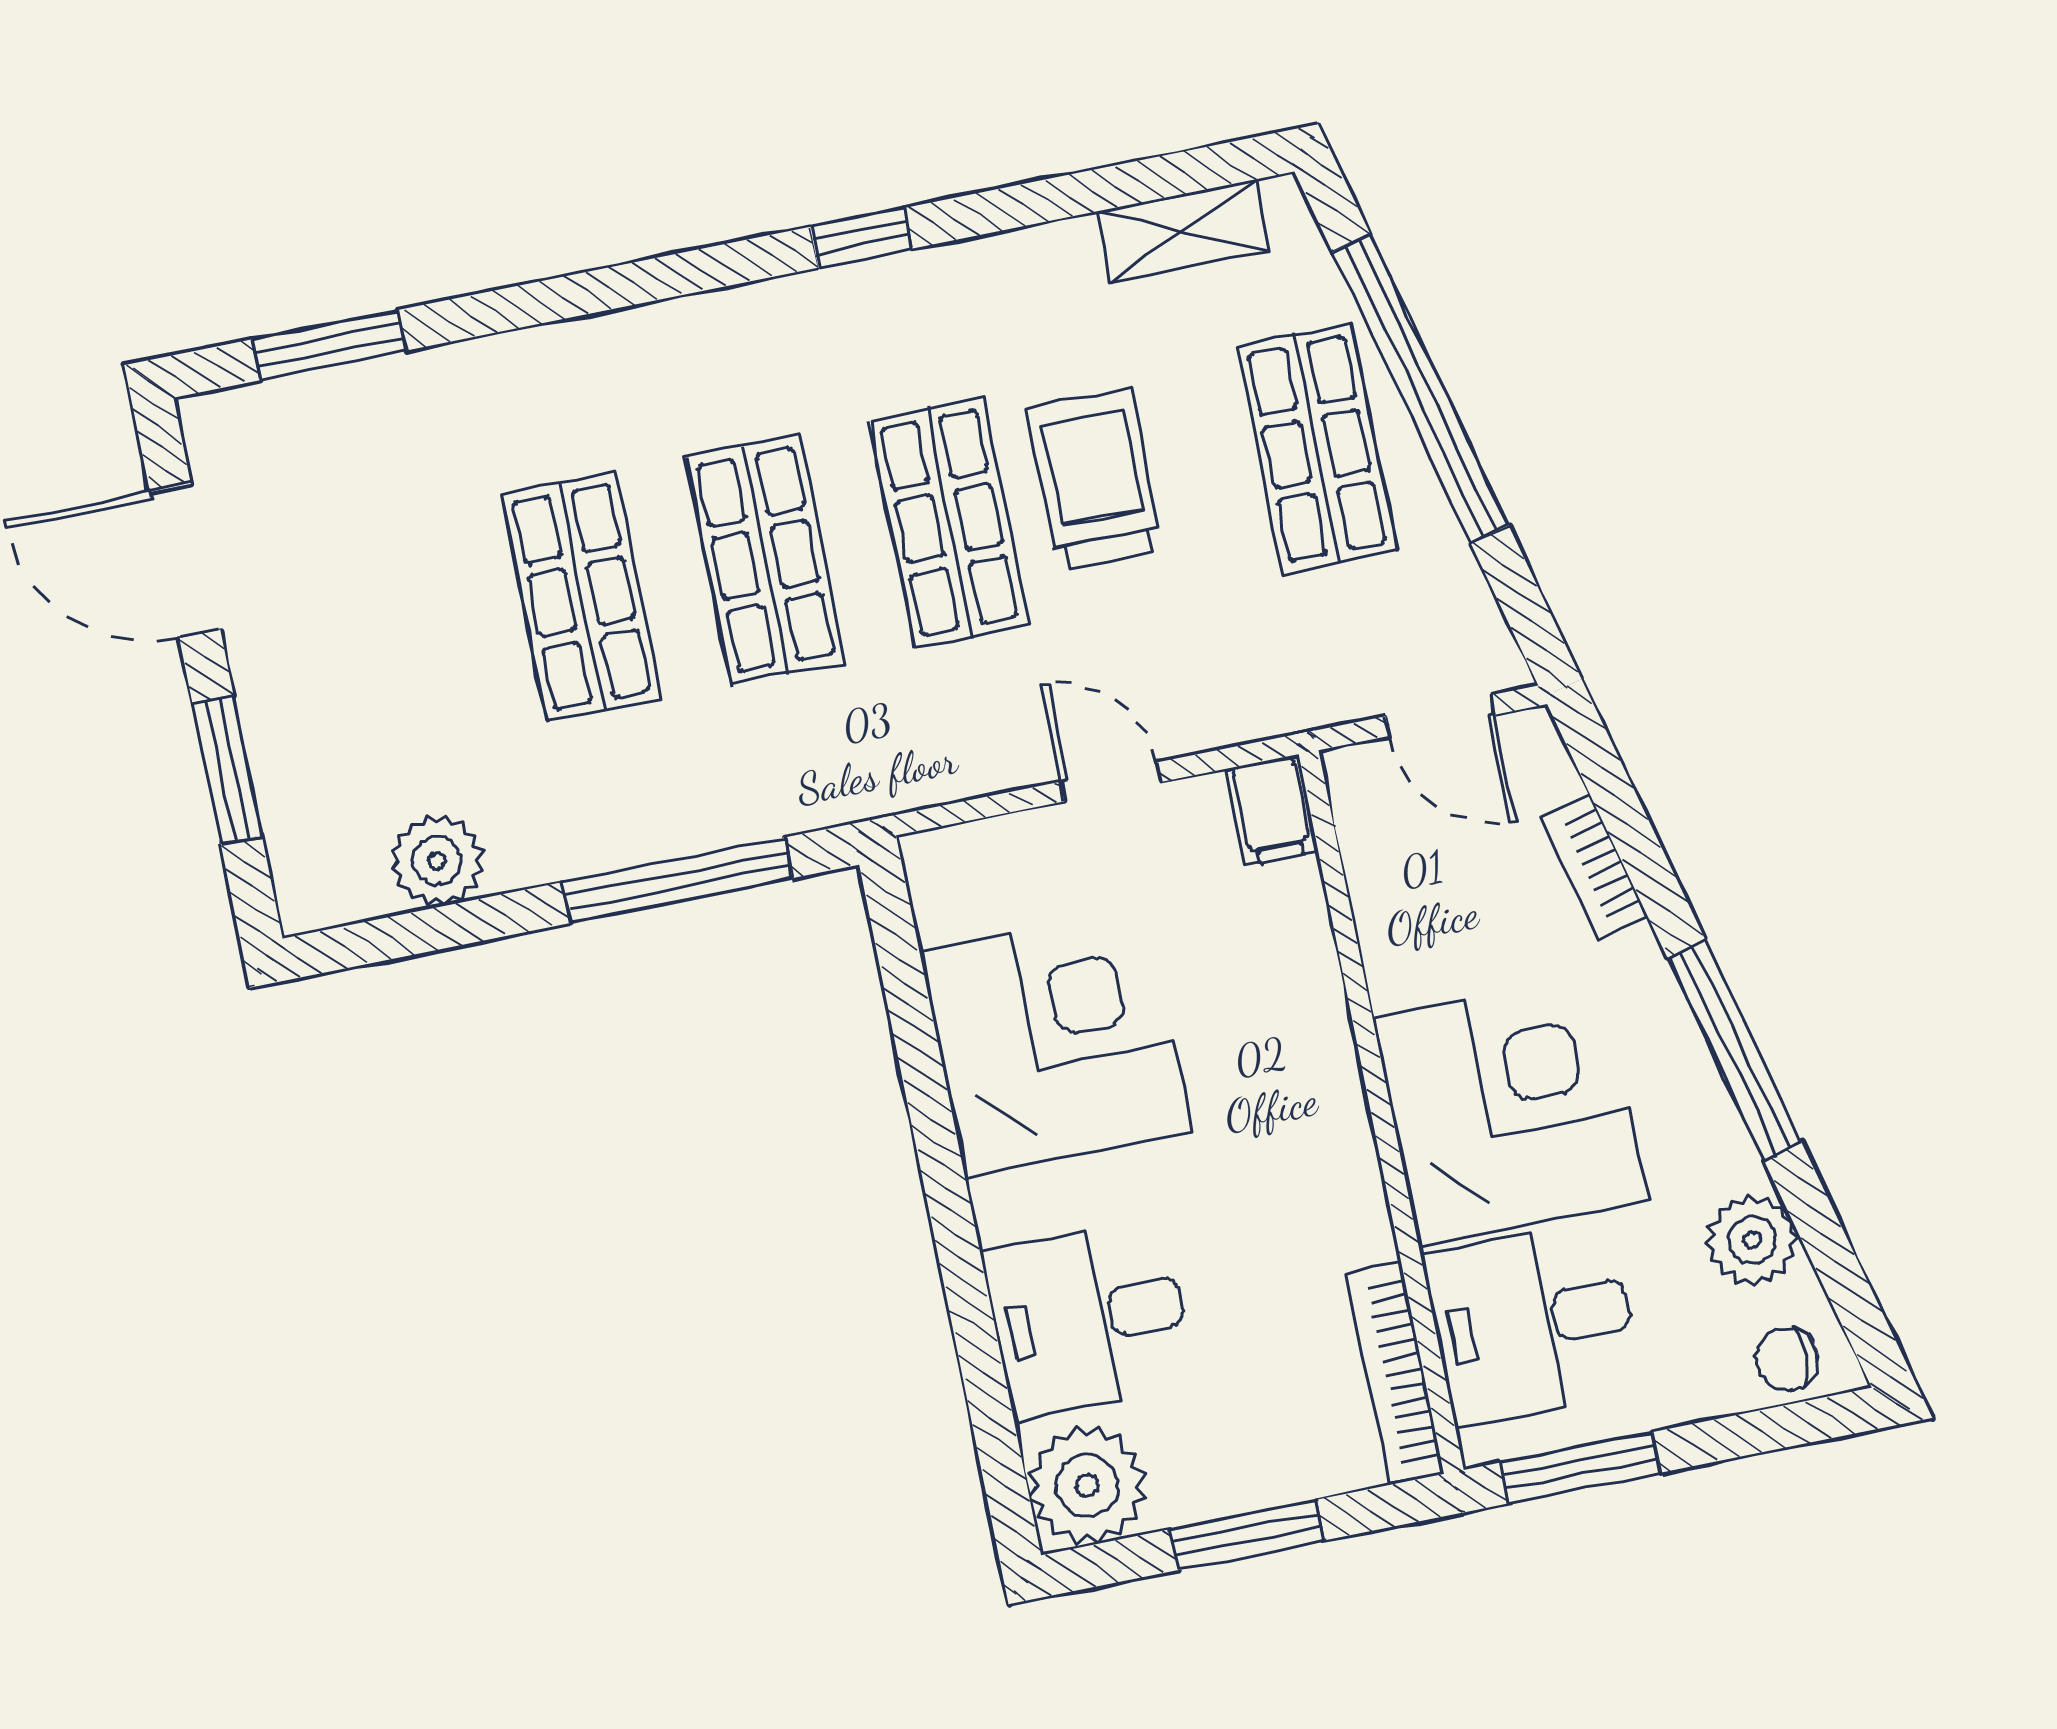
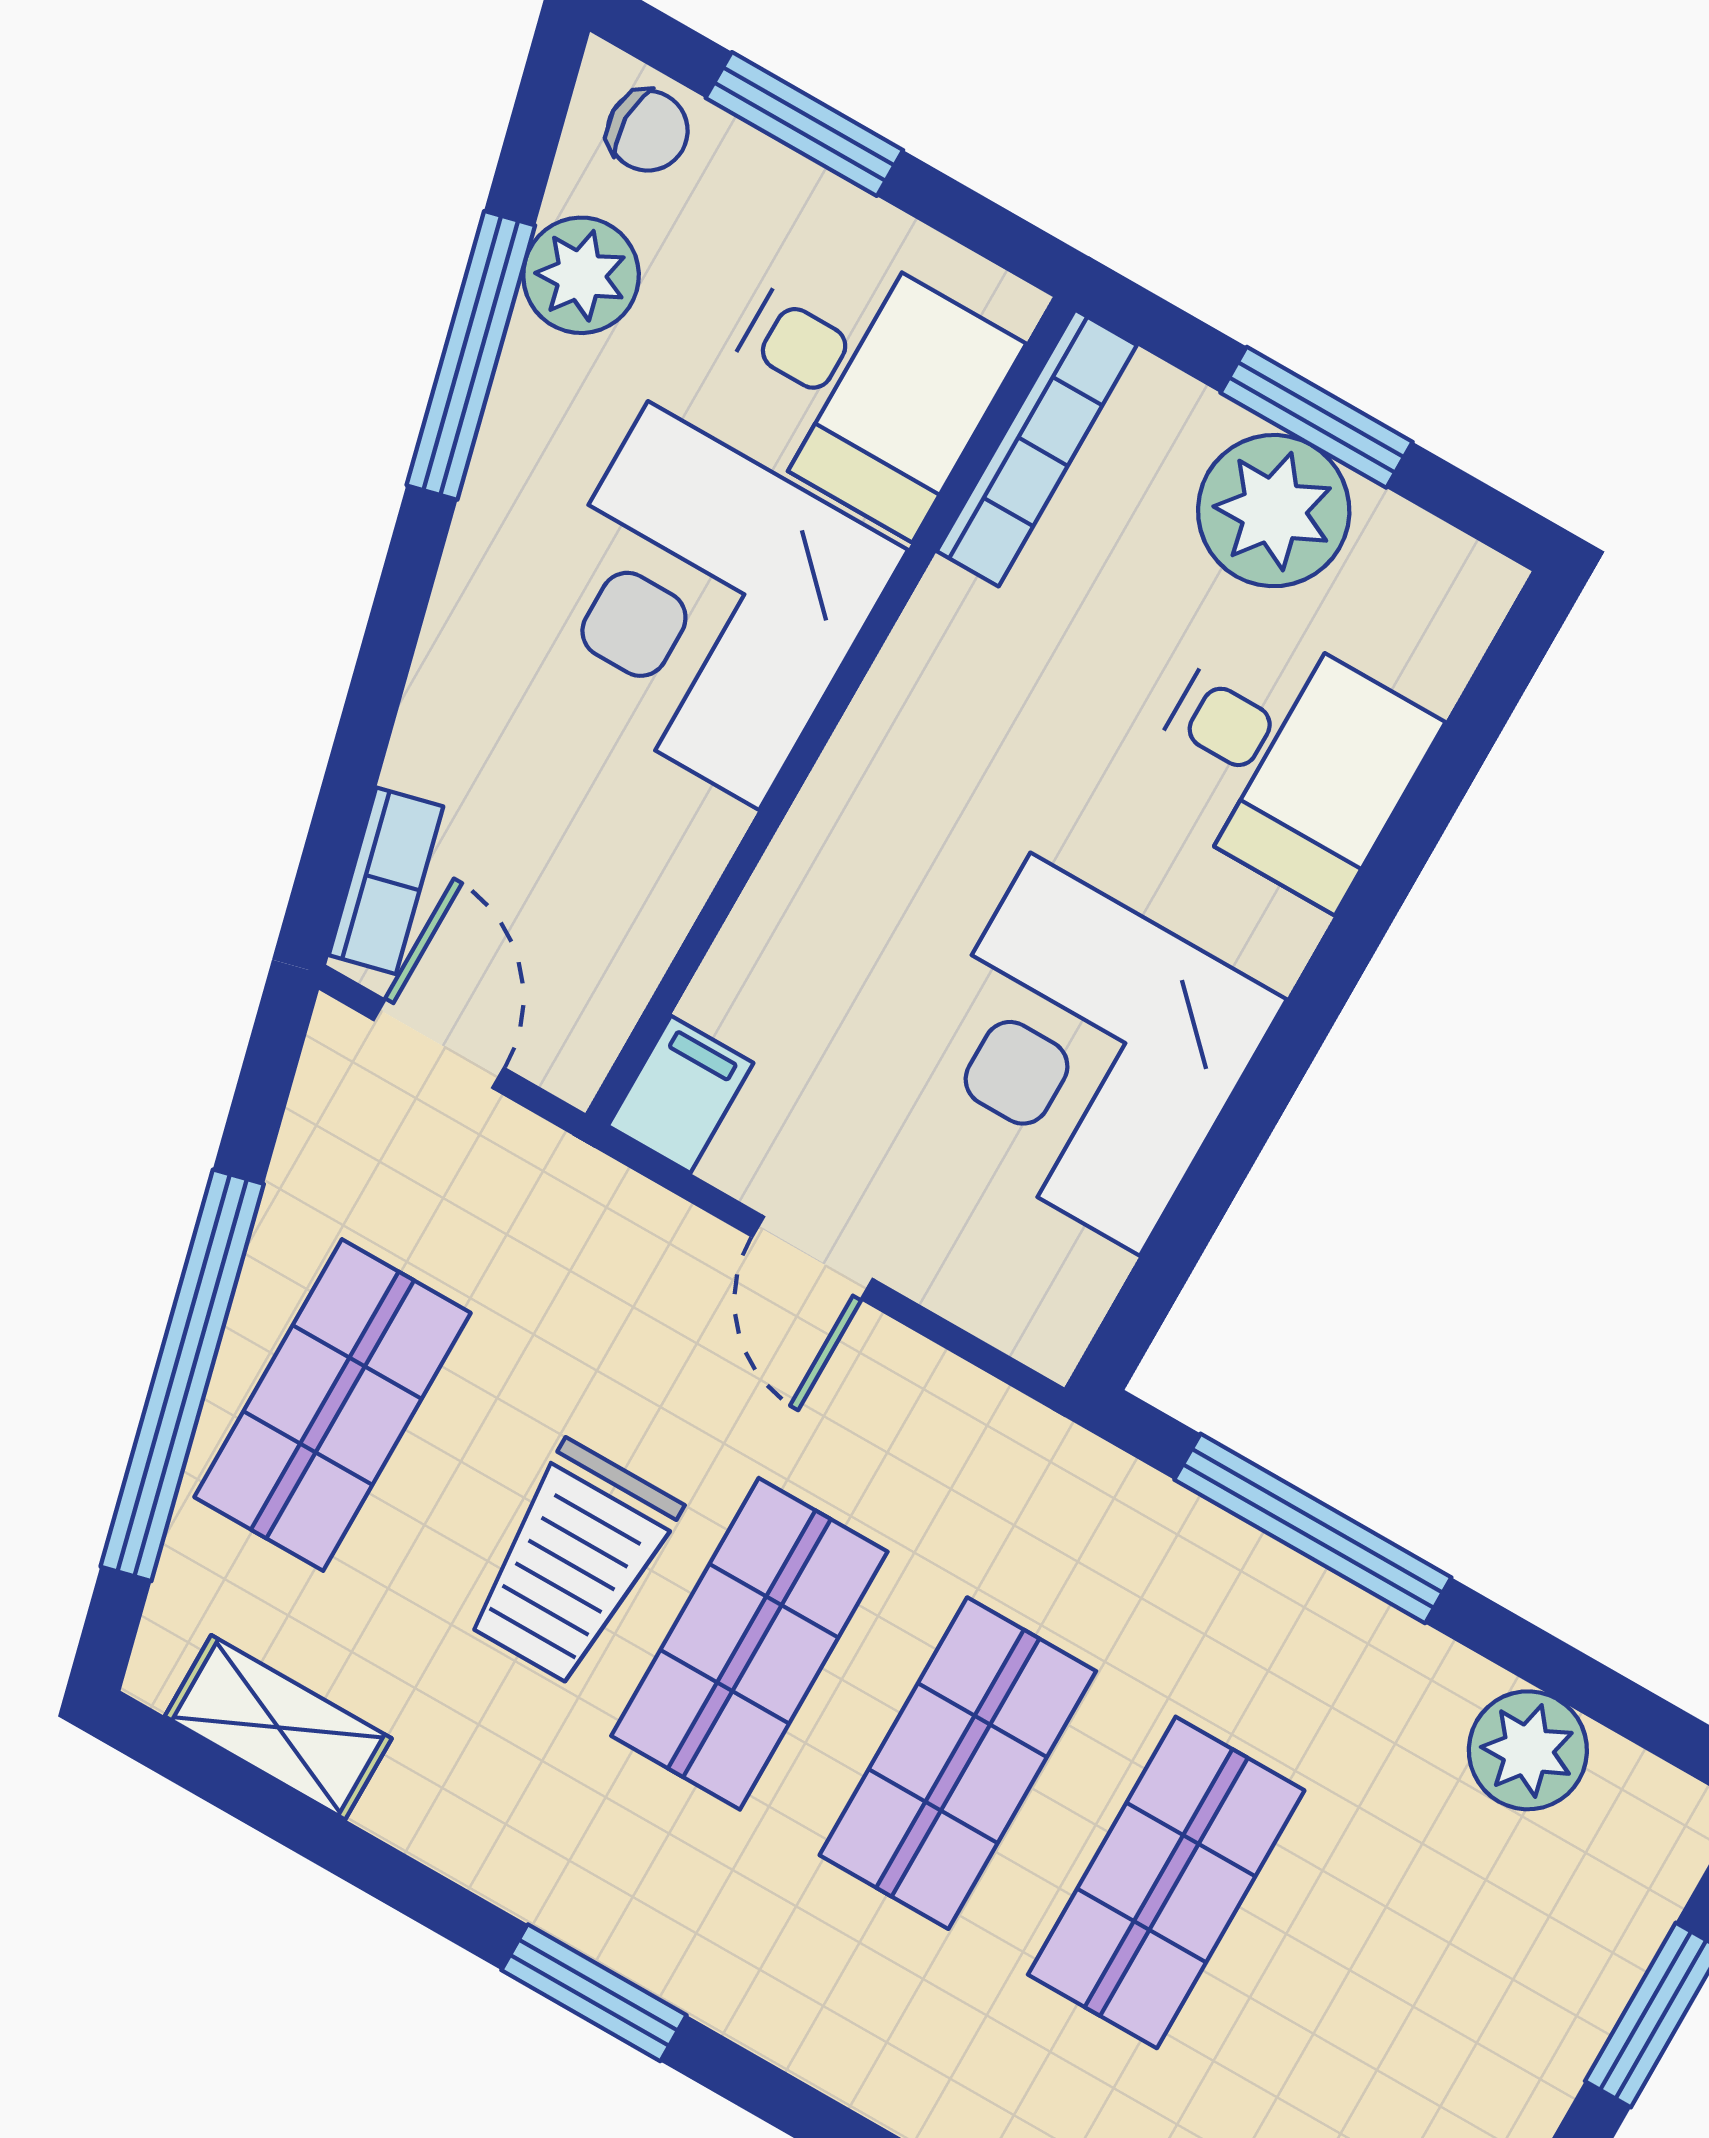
window: (861, 238) -> (594, 1993), width x1.50
bookcase: (1594, 867) -> (386, 881), moved
window: (1734, 1050) -> (471, 355), moved
window: (1581, 1468) -> (804, 124), moved
plant: (1087, 1486) -> (1274, 511), moved

